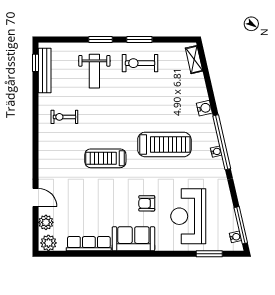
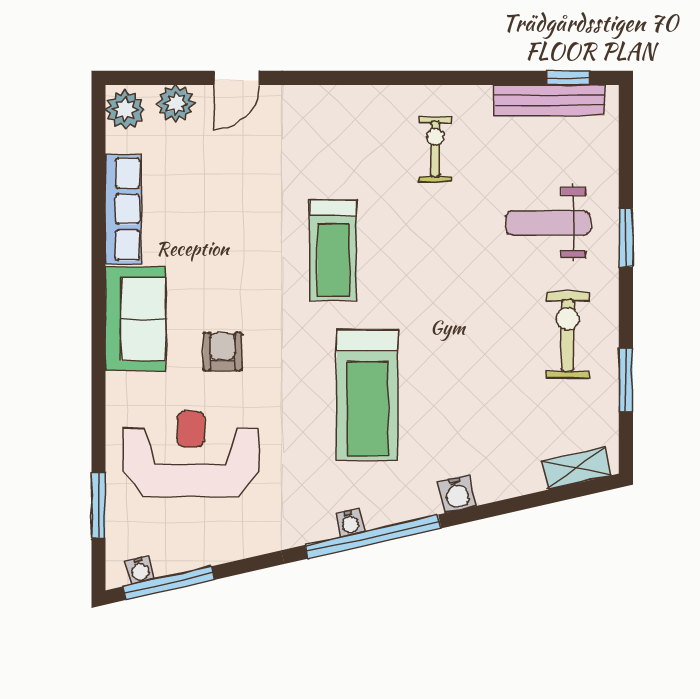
window: (139, 40) -> (626, 380), moved
treadmill: (105, 158) -> (333, 250), turned 180

